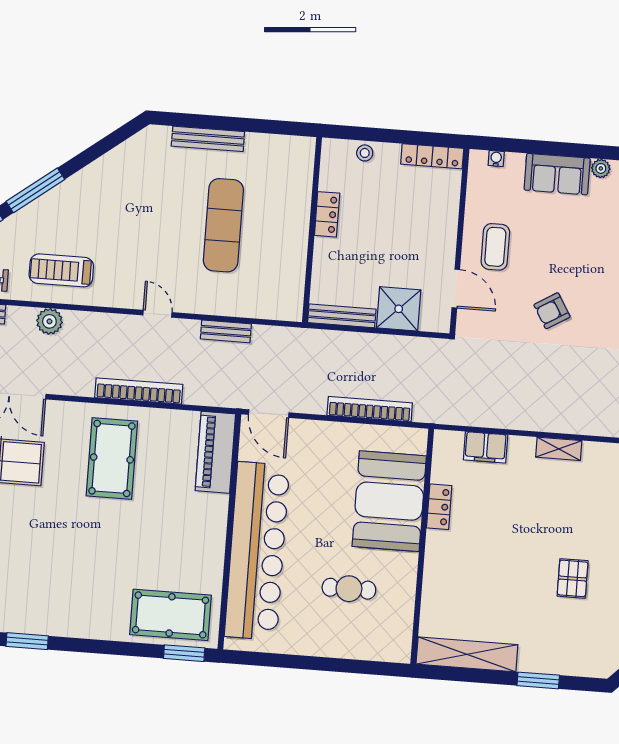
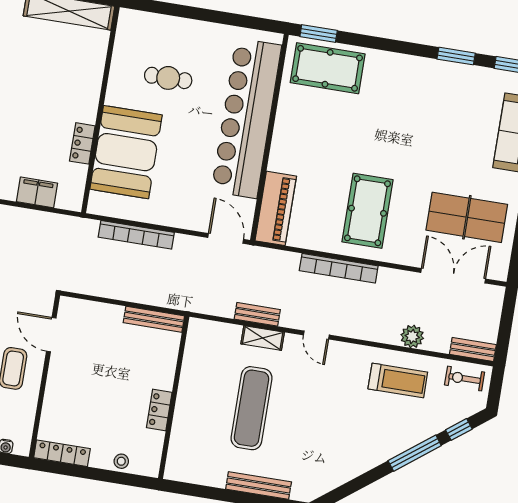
shelving: (218, 305) -> (263, 338), added
shower: (399, 309) -> (103, 321), removed

